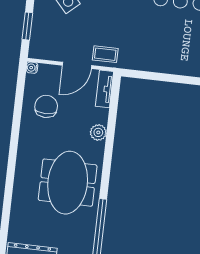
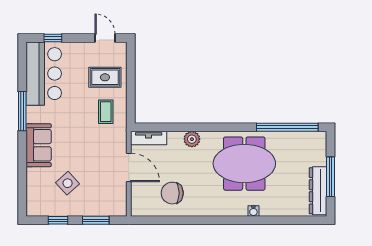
rug: (171, 52) -> (105, 77), added
coffee table: (105, 54) -> (106, 112), moved
water cooler: (32, 68) -> (253, 211), moved

